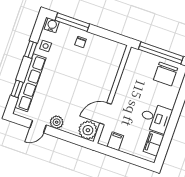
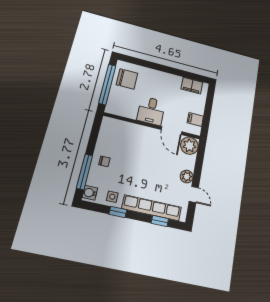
desk: (156, 118) -> (151, 111), moved, turned 180

